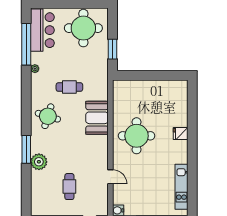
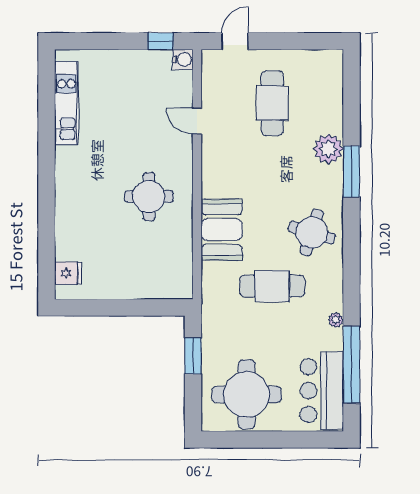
cafe table: (69, 87) -> (272, 286), width x1.37, depth x1.35
fridge: (181, 133) -> (68, 273), moved
round table: (137, 136) -> (149, 197), width x0.73, depth x0.73
cafe table: (69, 187) -> (272, 103), width x1.37, depth x1.35

